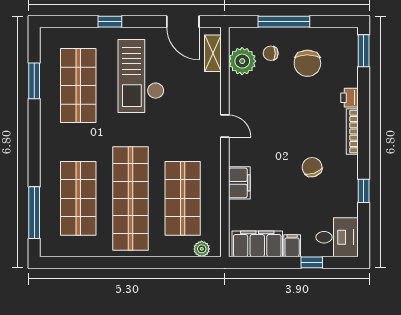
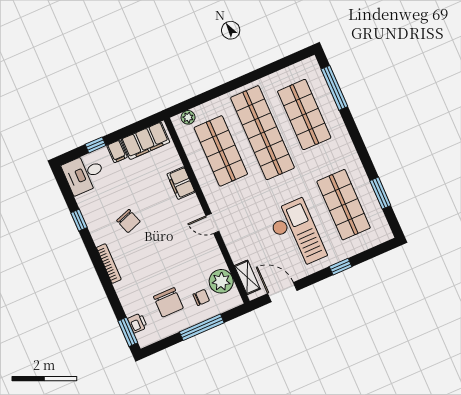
chair: (307, 63) -> (168, 302), turned 180
printer: (349, 98) -> (137, 323), moved

